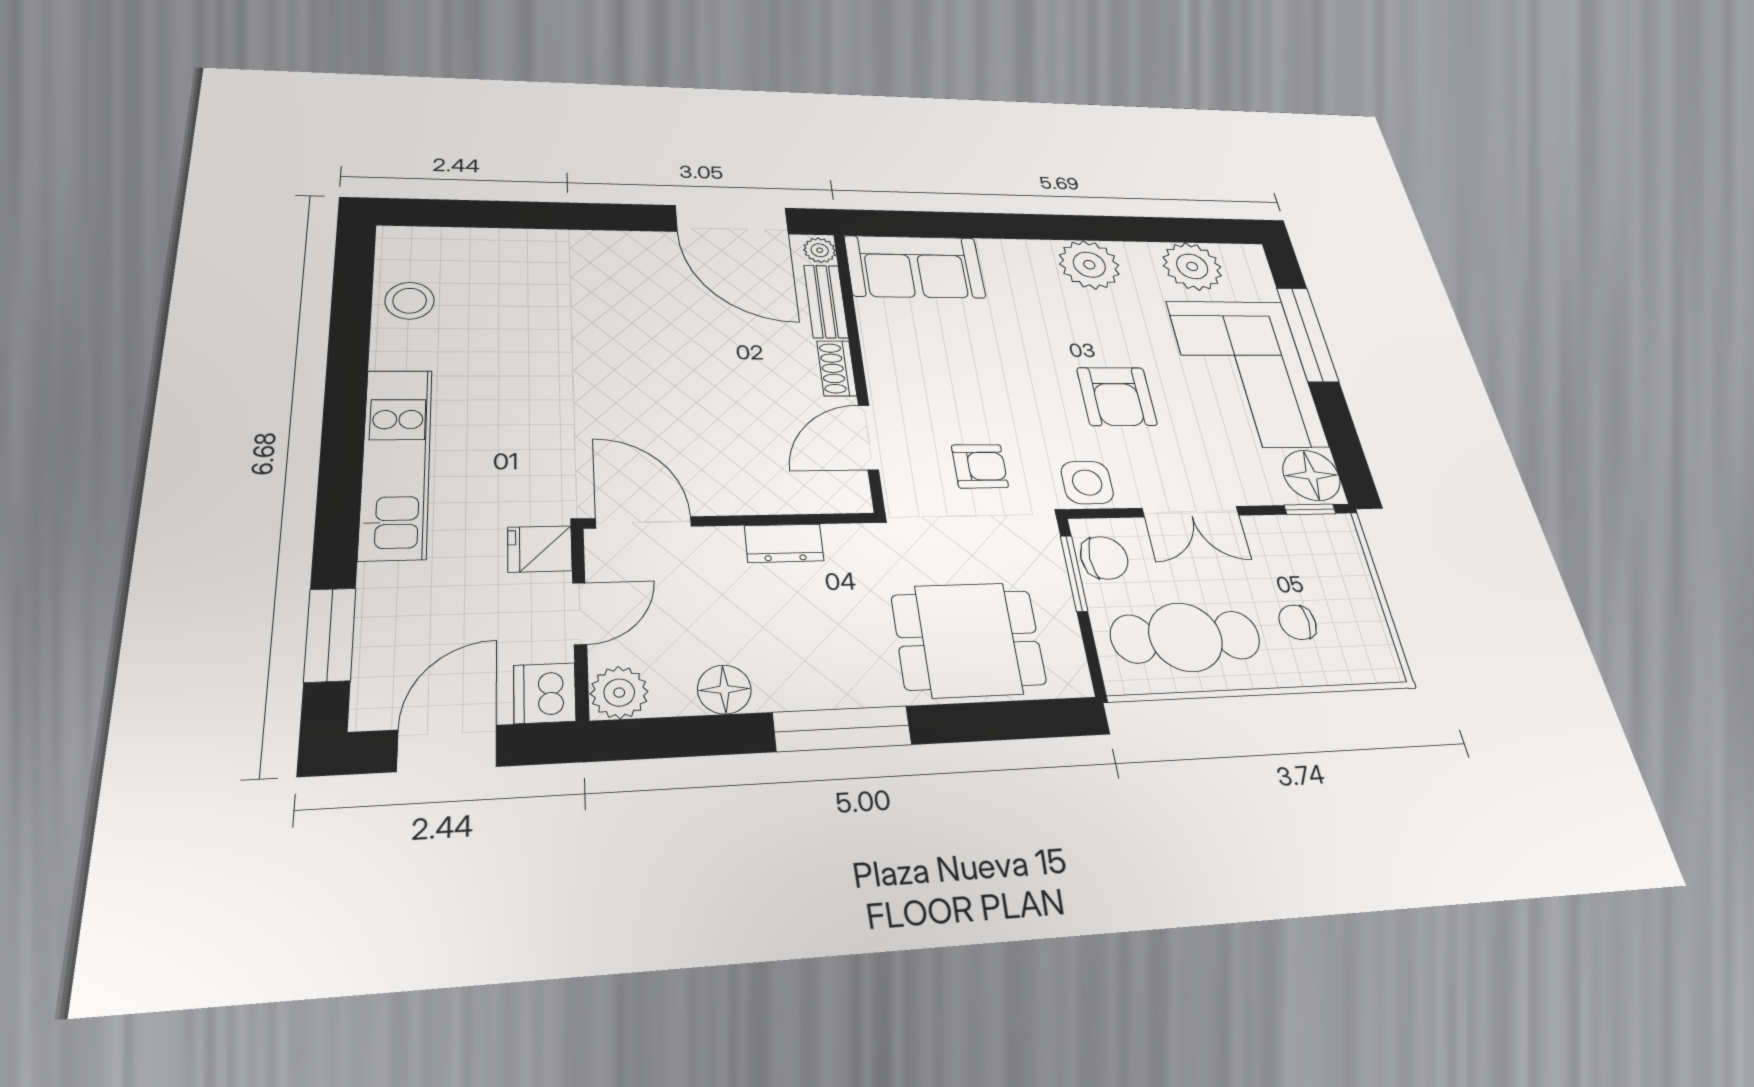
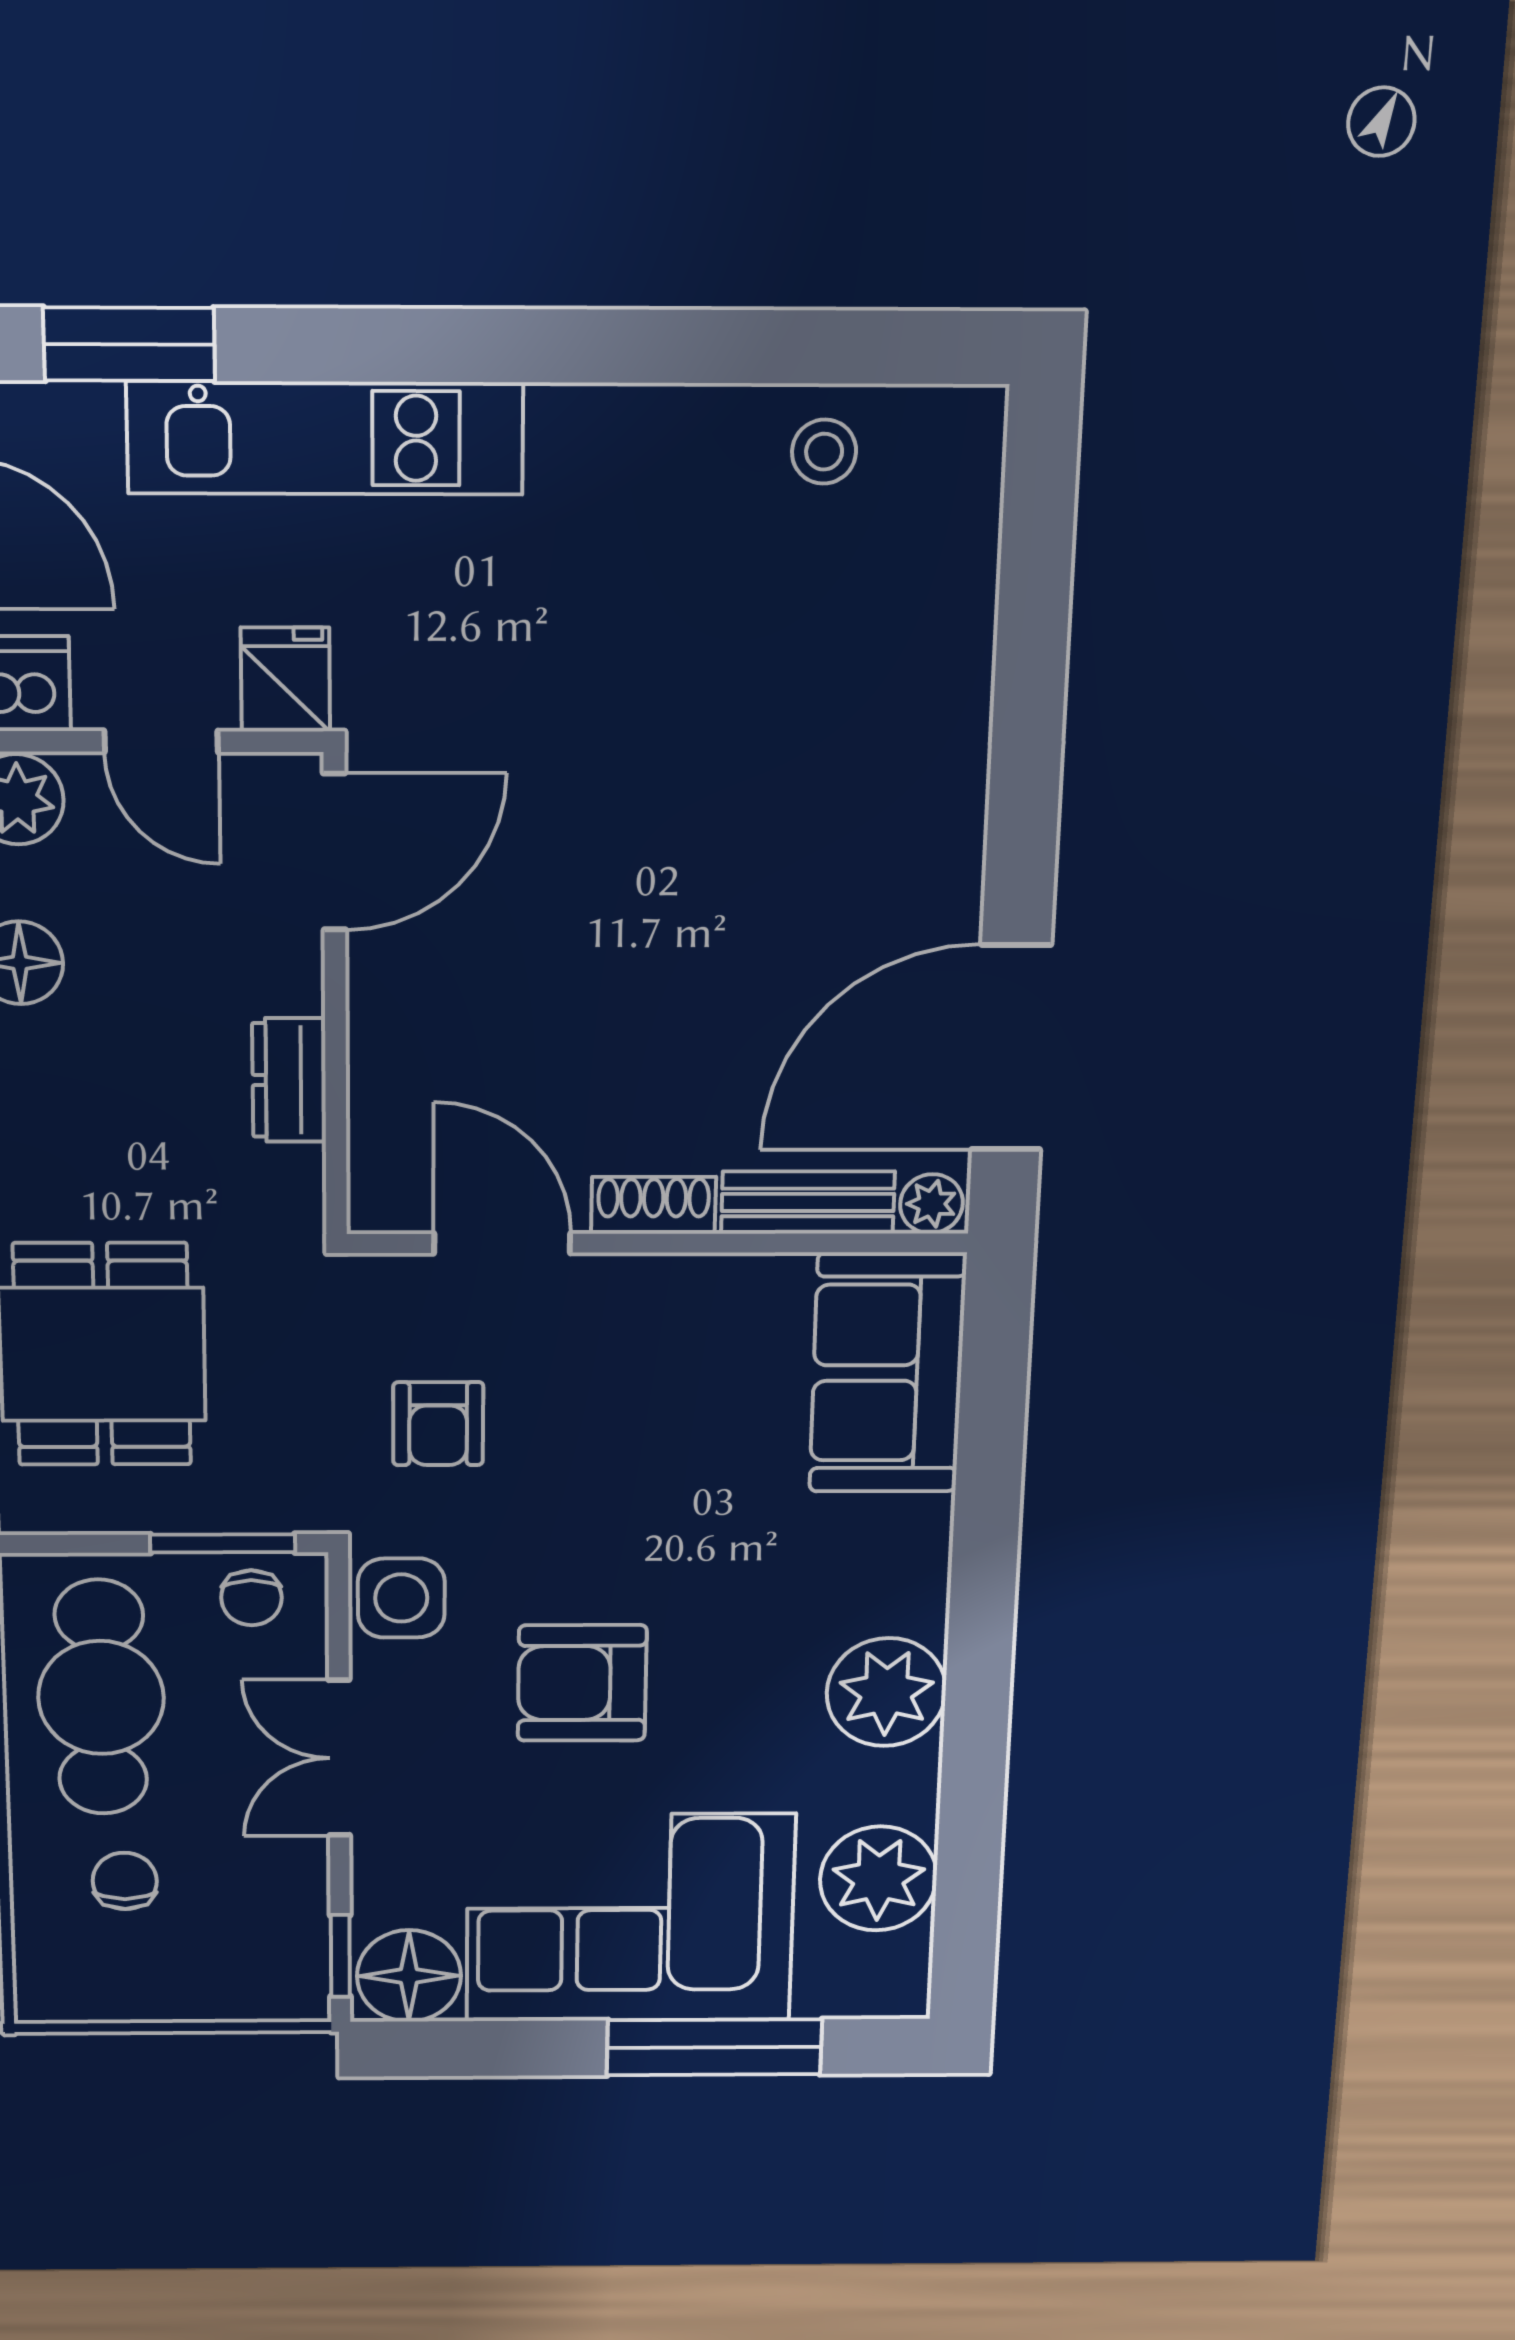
stool: (410, 301) -> (824, 452), width x0.73, depth x0.73
kitchen unit: (396, 462) -> (325, 438), moved
chair: (1104, 558) -> (251, 1598), width x0.73, depth x0.73

